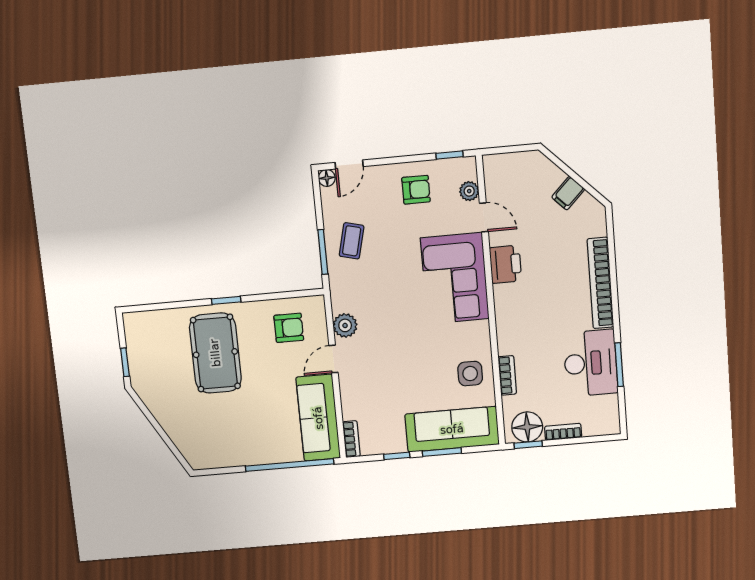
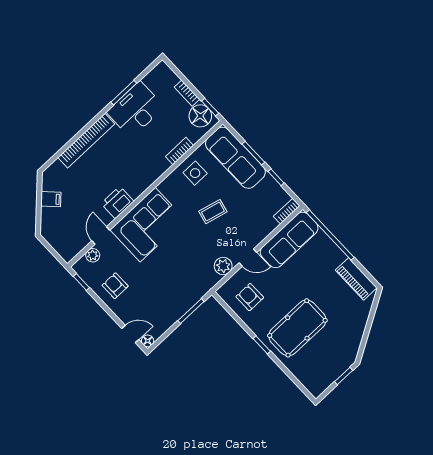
coffee table: (352, 241) -> (213, 212), moved
piano: (221, 456) -> (356, 279), added

